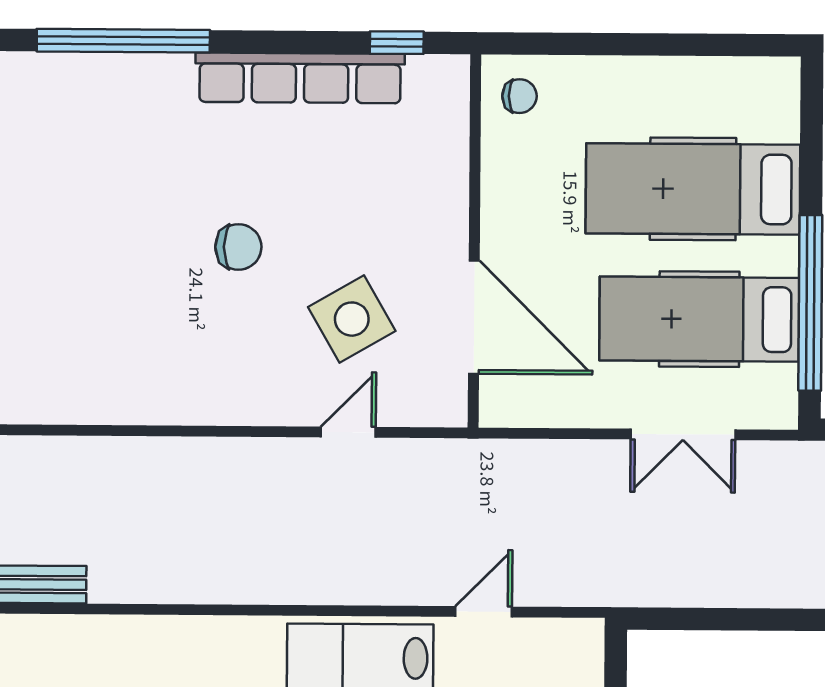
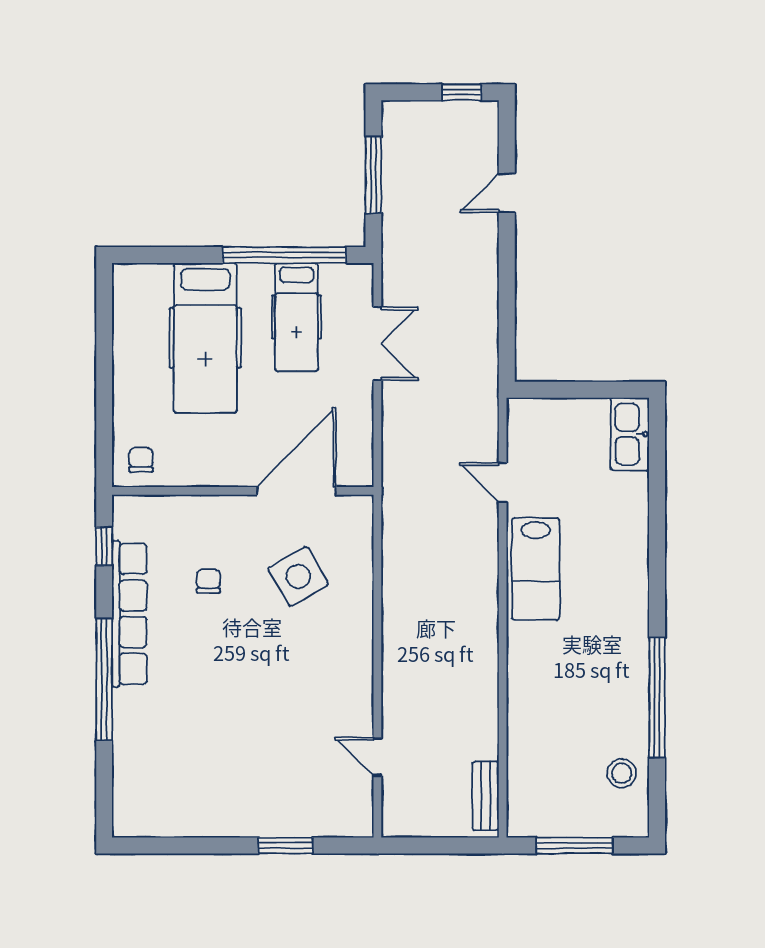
window: (123, 41) -> (104, 679), moved
chair: (238, 247) -> (208, 581), moved, width x0.73, depth x0.73
hospital bed: (699, 319) -> (297, 317), width x0.73, depth x0.78
door: (348, 432) -> (377, 757), moved

